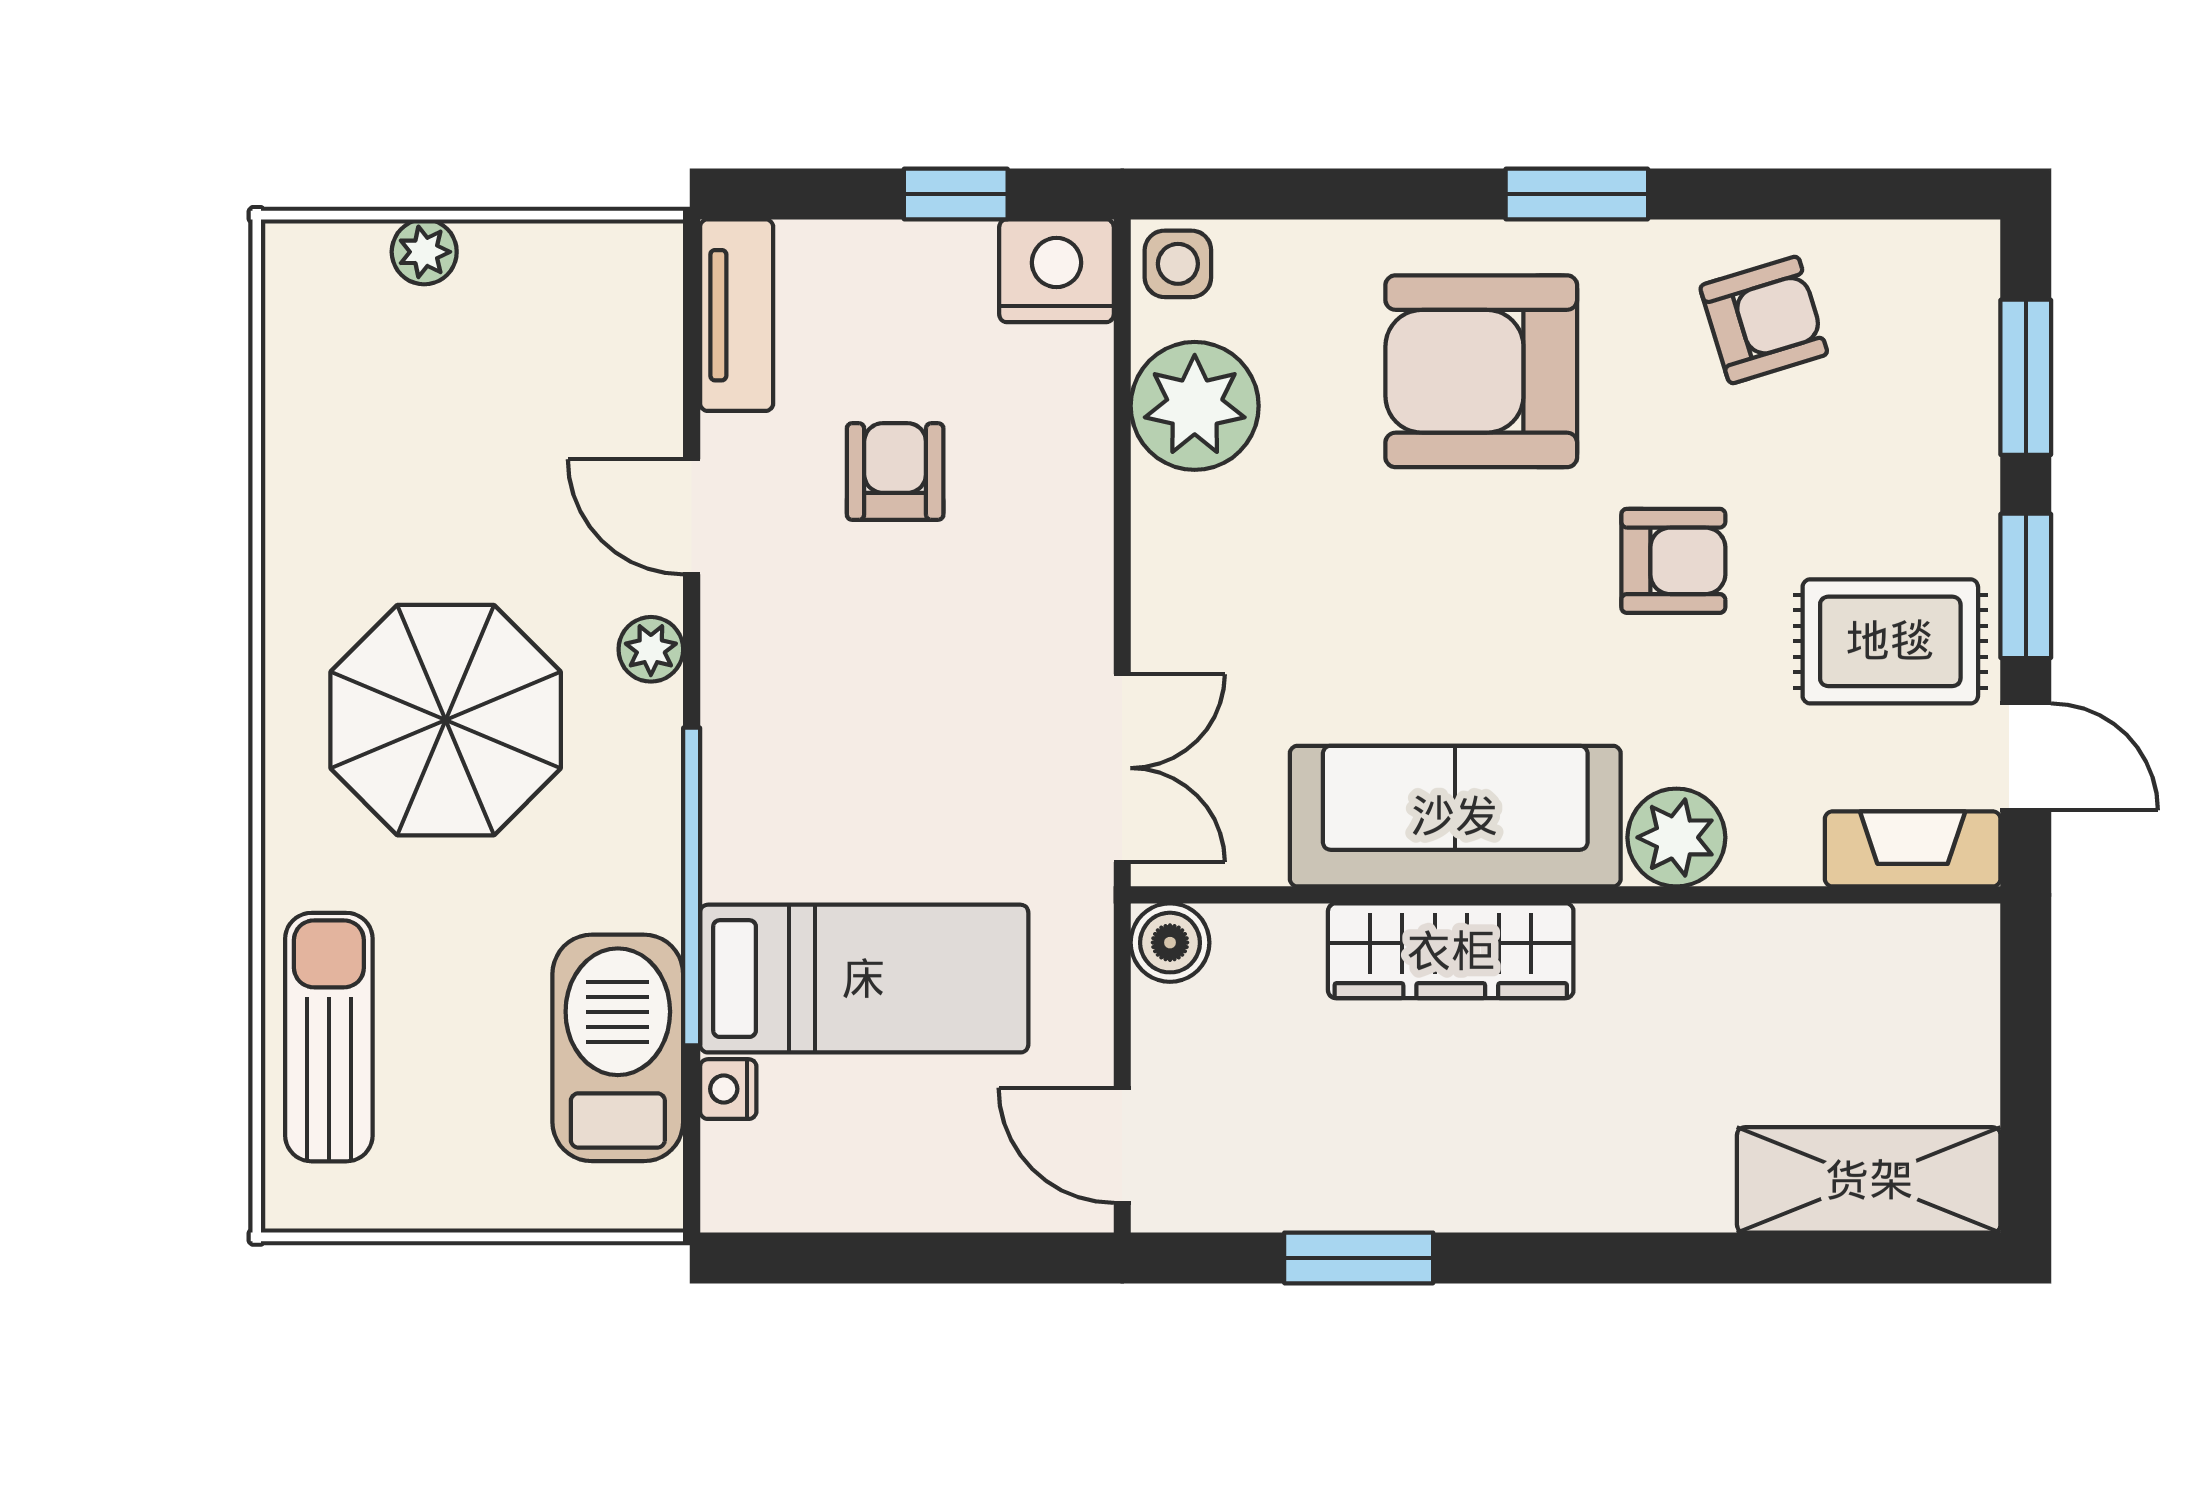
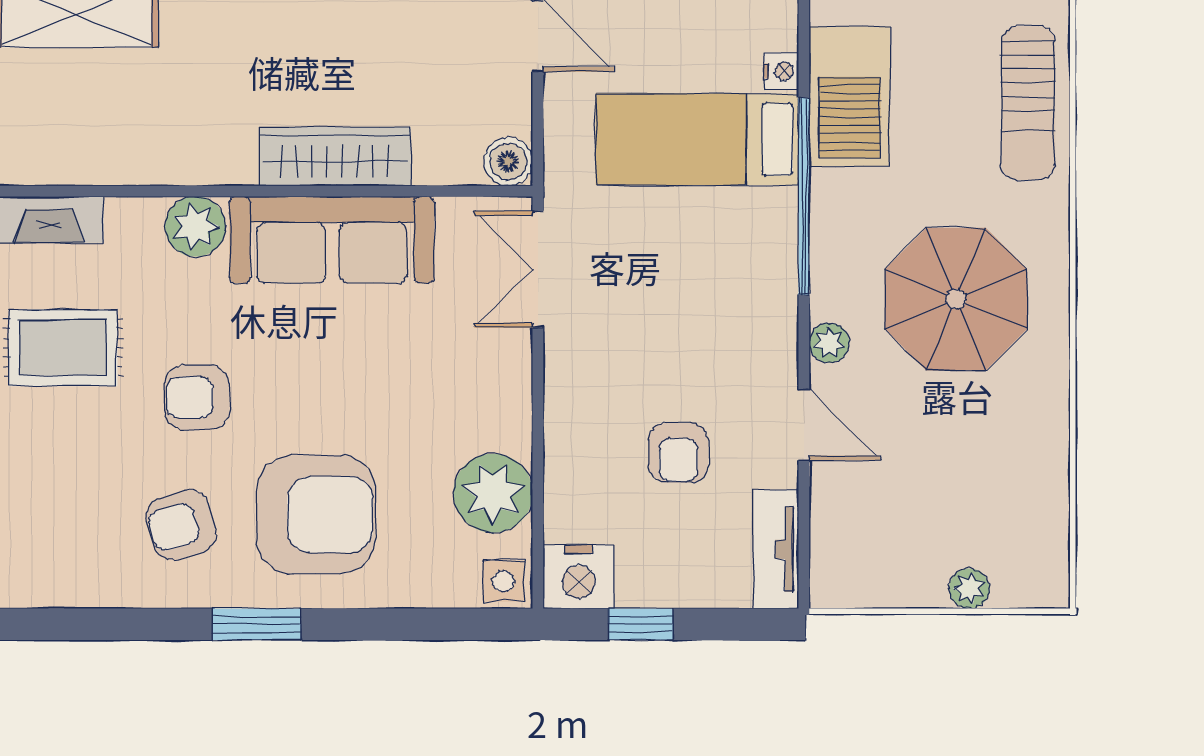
armchair: (1764, 320) -> (181, 525), moved

